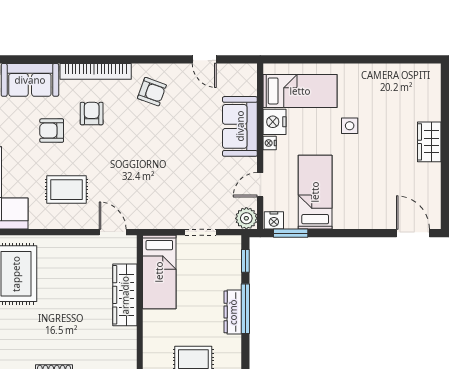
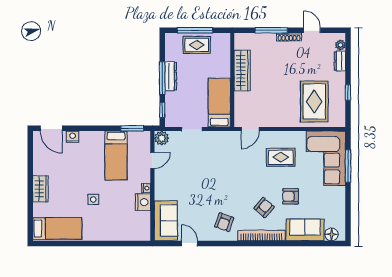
bed: (300, 91) -> (57, 228), moved, turned 180
armchair: (152, 92) -> (224, 222), turned -90
armchair: (92, 114) -> (264, 208), turned -139
sofa: (240, 126) -> (166, 221), moved
armchair: (52, 131) -> (291, 196), turned 180
nightstand: (274, 220) -> (73, 137), moved
door: (113, 232) -> (250, 129), hinge flipped
wardrobe: (125, 295) -> (242, 70), moved

